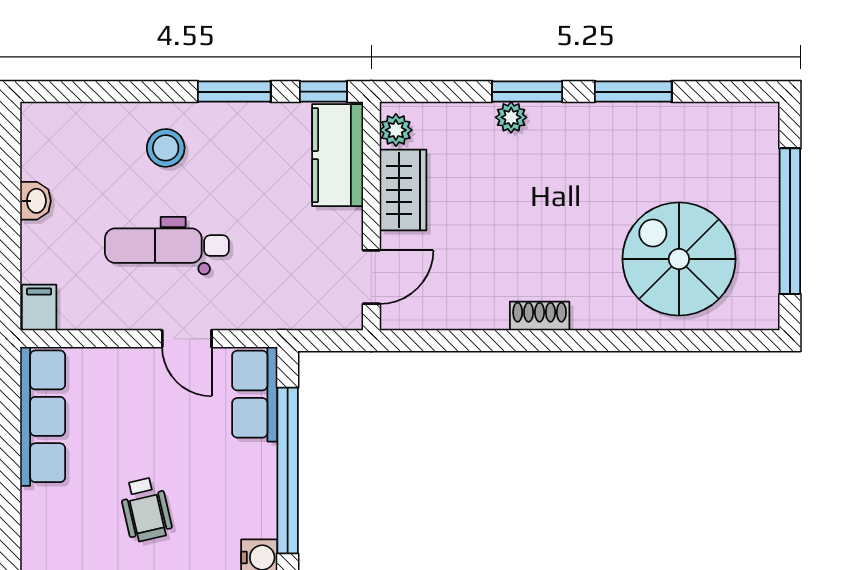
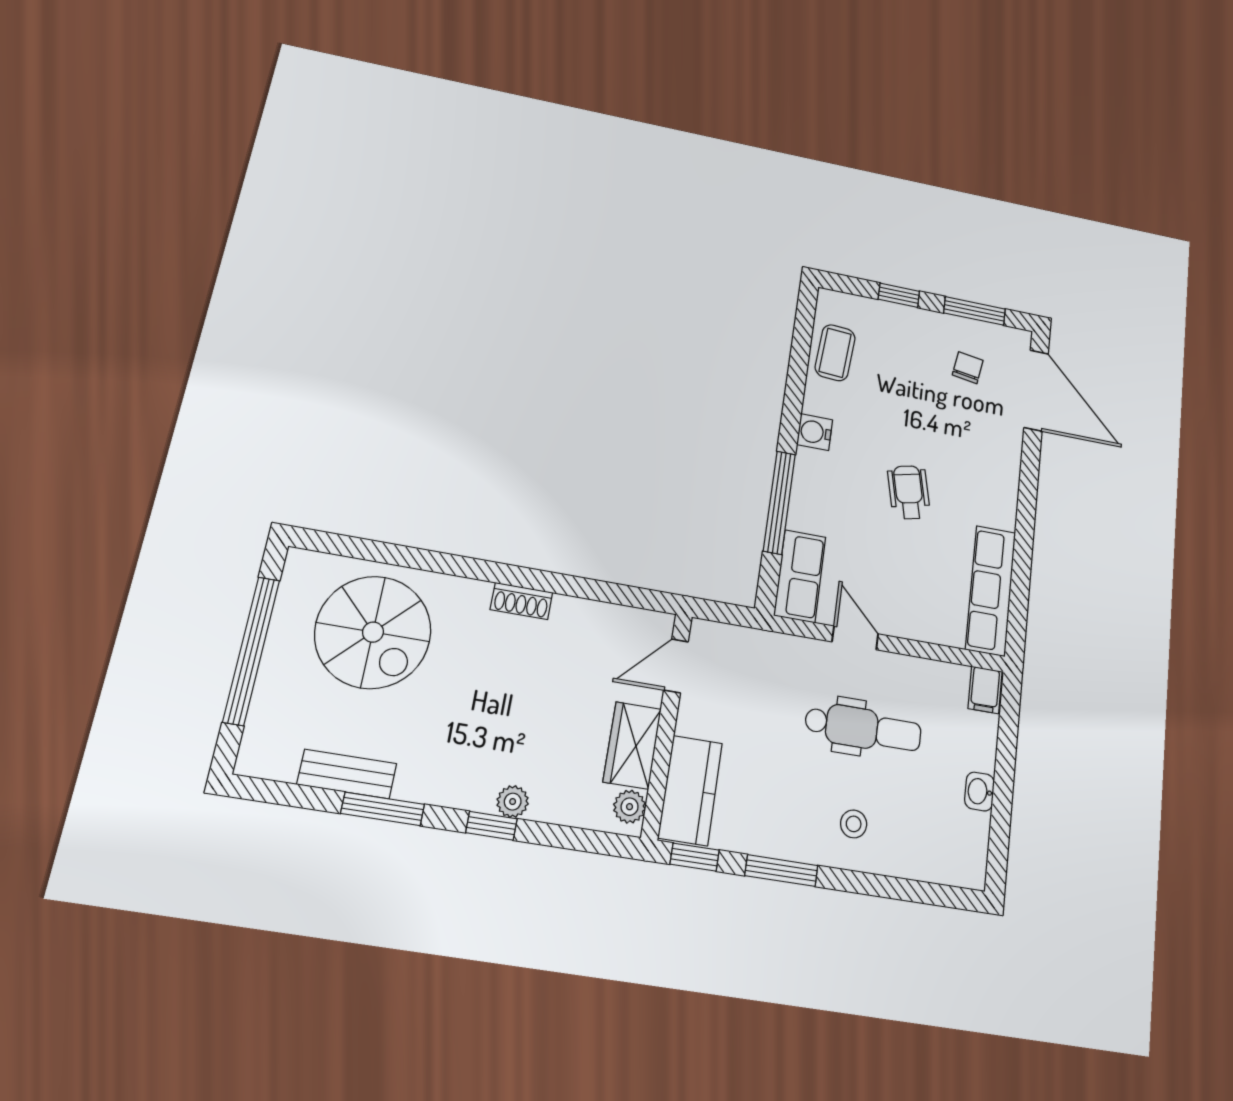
window: (527, 92) -> (491, 826), width x0.67
bench: (674, 119) -> (347, 774), added
stool: (166, 148) -> (854, 824), width x0.73, depth x0.73
window: (288, 471) -> (779, 502), width x0.68

